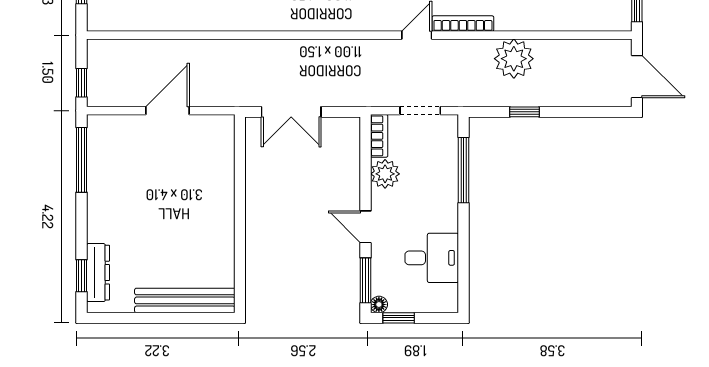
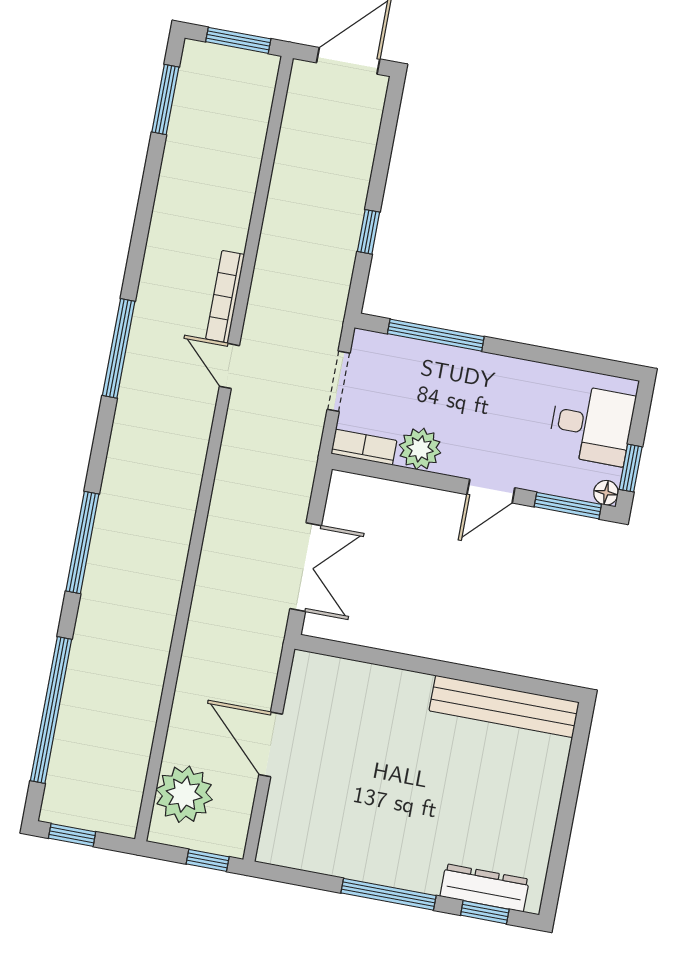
plant: (514, 59) -> (184, 794), moved
window: (82, 160) -> (388, 894), moved
desk: (432, 258) -> (592, 425), moved, turned 90
bench: (185, 300) -> (504, 706), moved, turned 90

